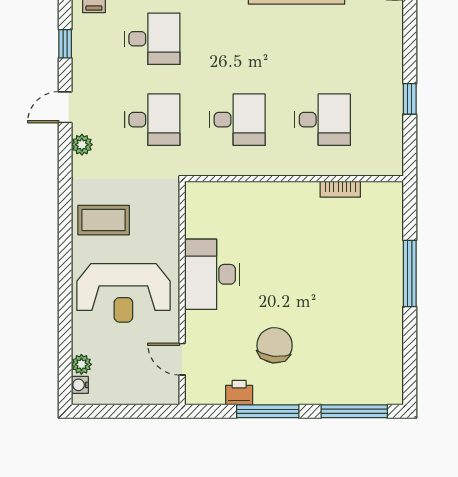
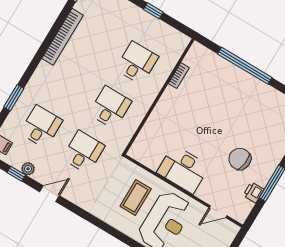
door: (65, 107) -> (49, 194), swing flipped
plant: (82, 145) -> (28, 169), moved
coffee table: (104, 220) -> (136, 198), moved
window: (410, 273) -> (245, 66), width x1.46

